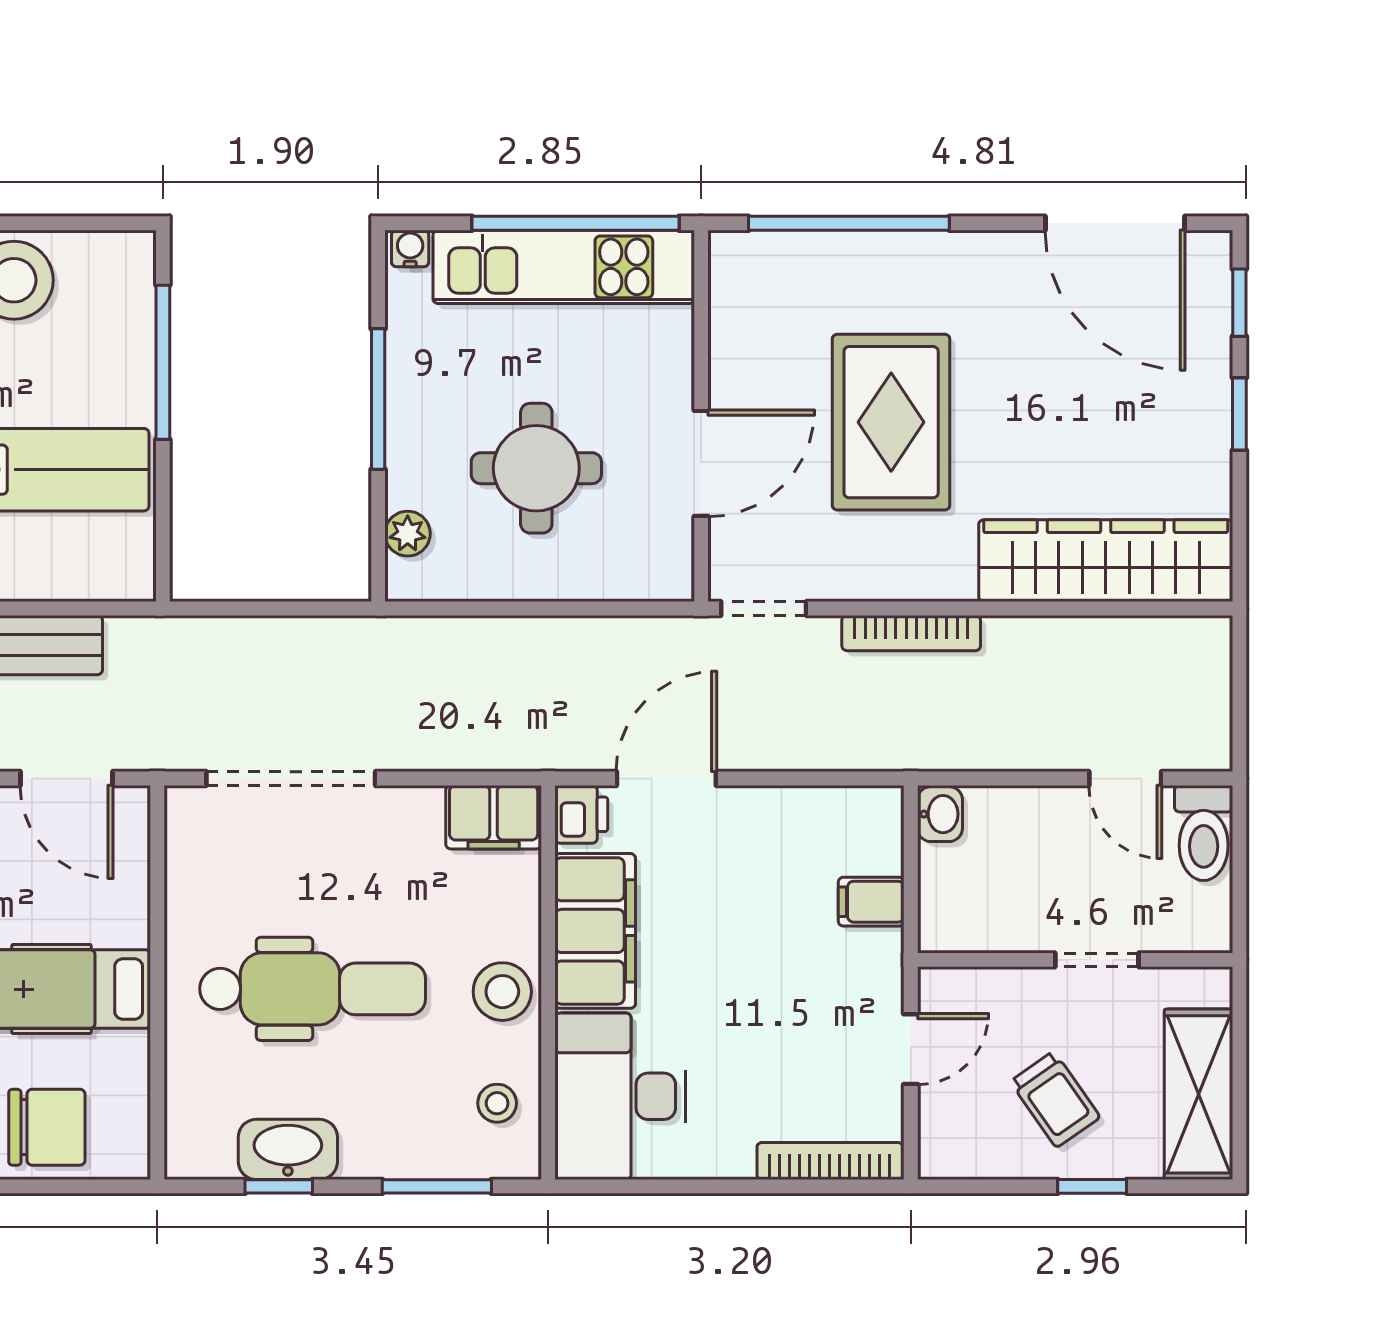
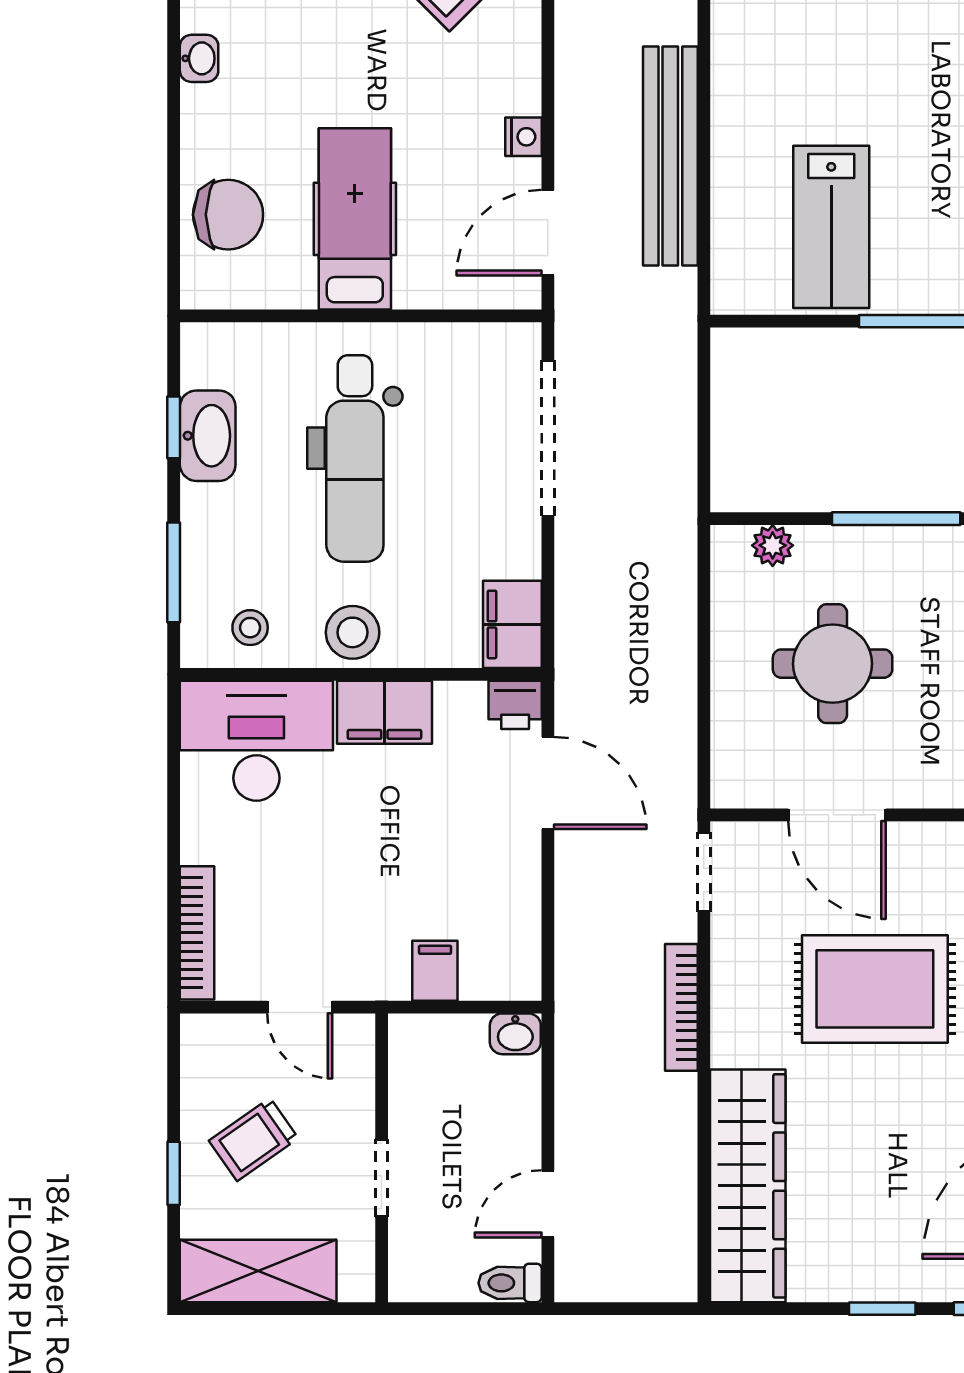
toilet: (1204, 833) -> (510, 1283), width x0.73, depth x0.72
filing cabinet: (595, 931) -> (384, 712), width x0.67, depth x0.86
chair: (47, 1127) -> (228, 215), turned -90

